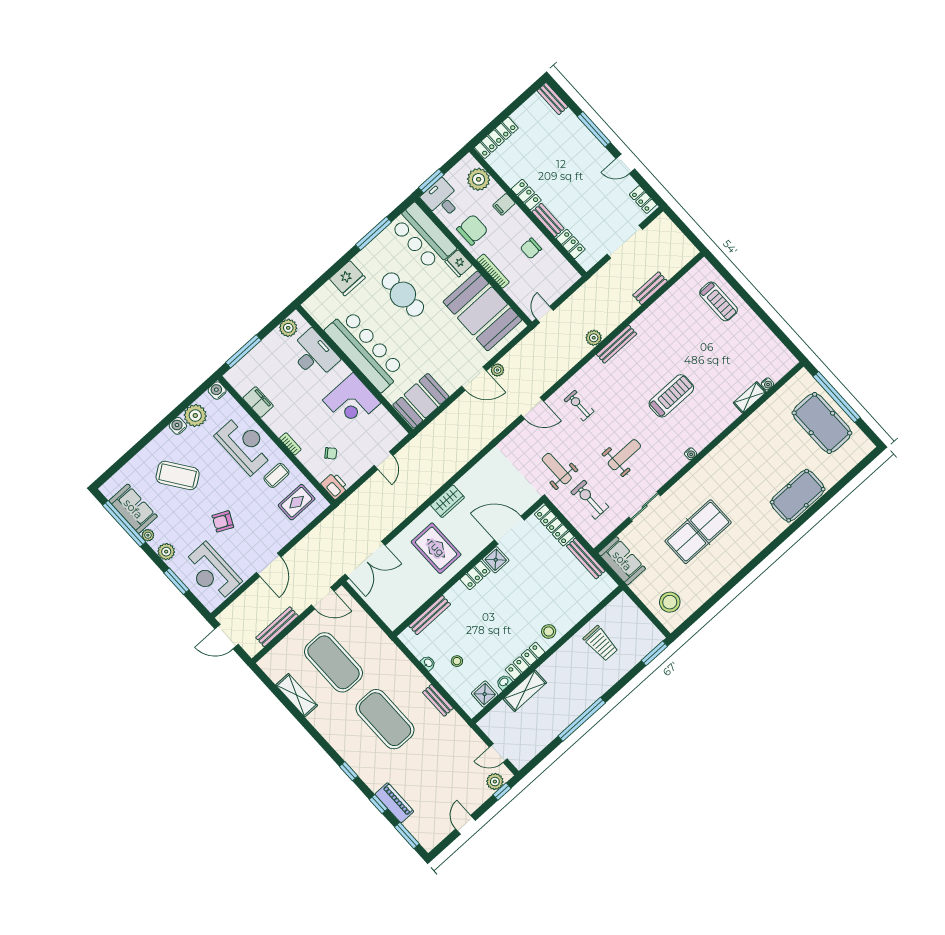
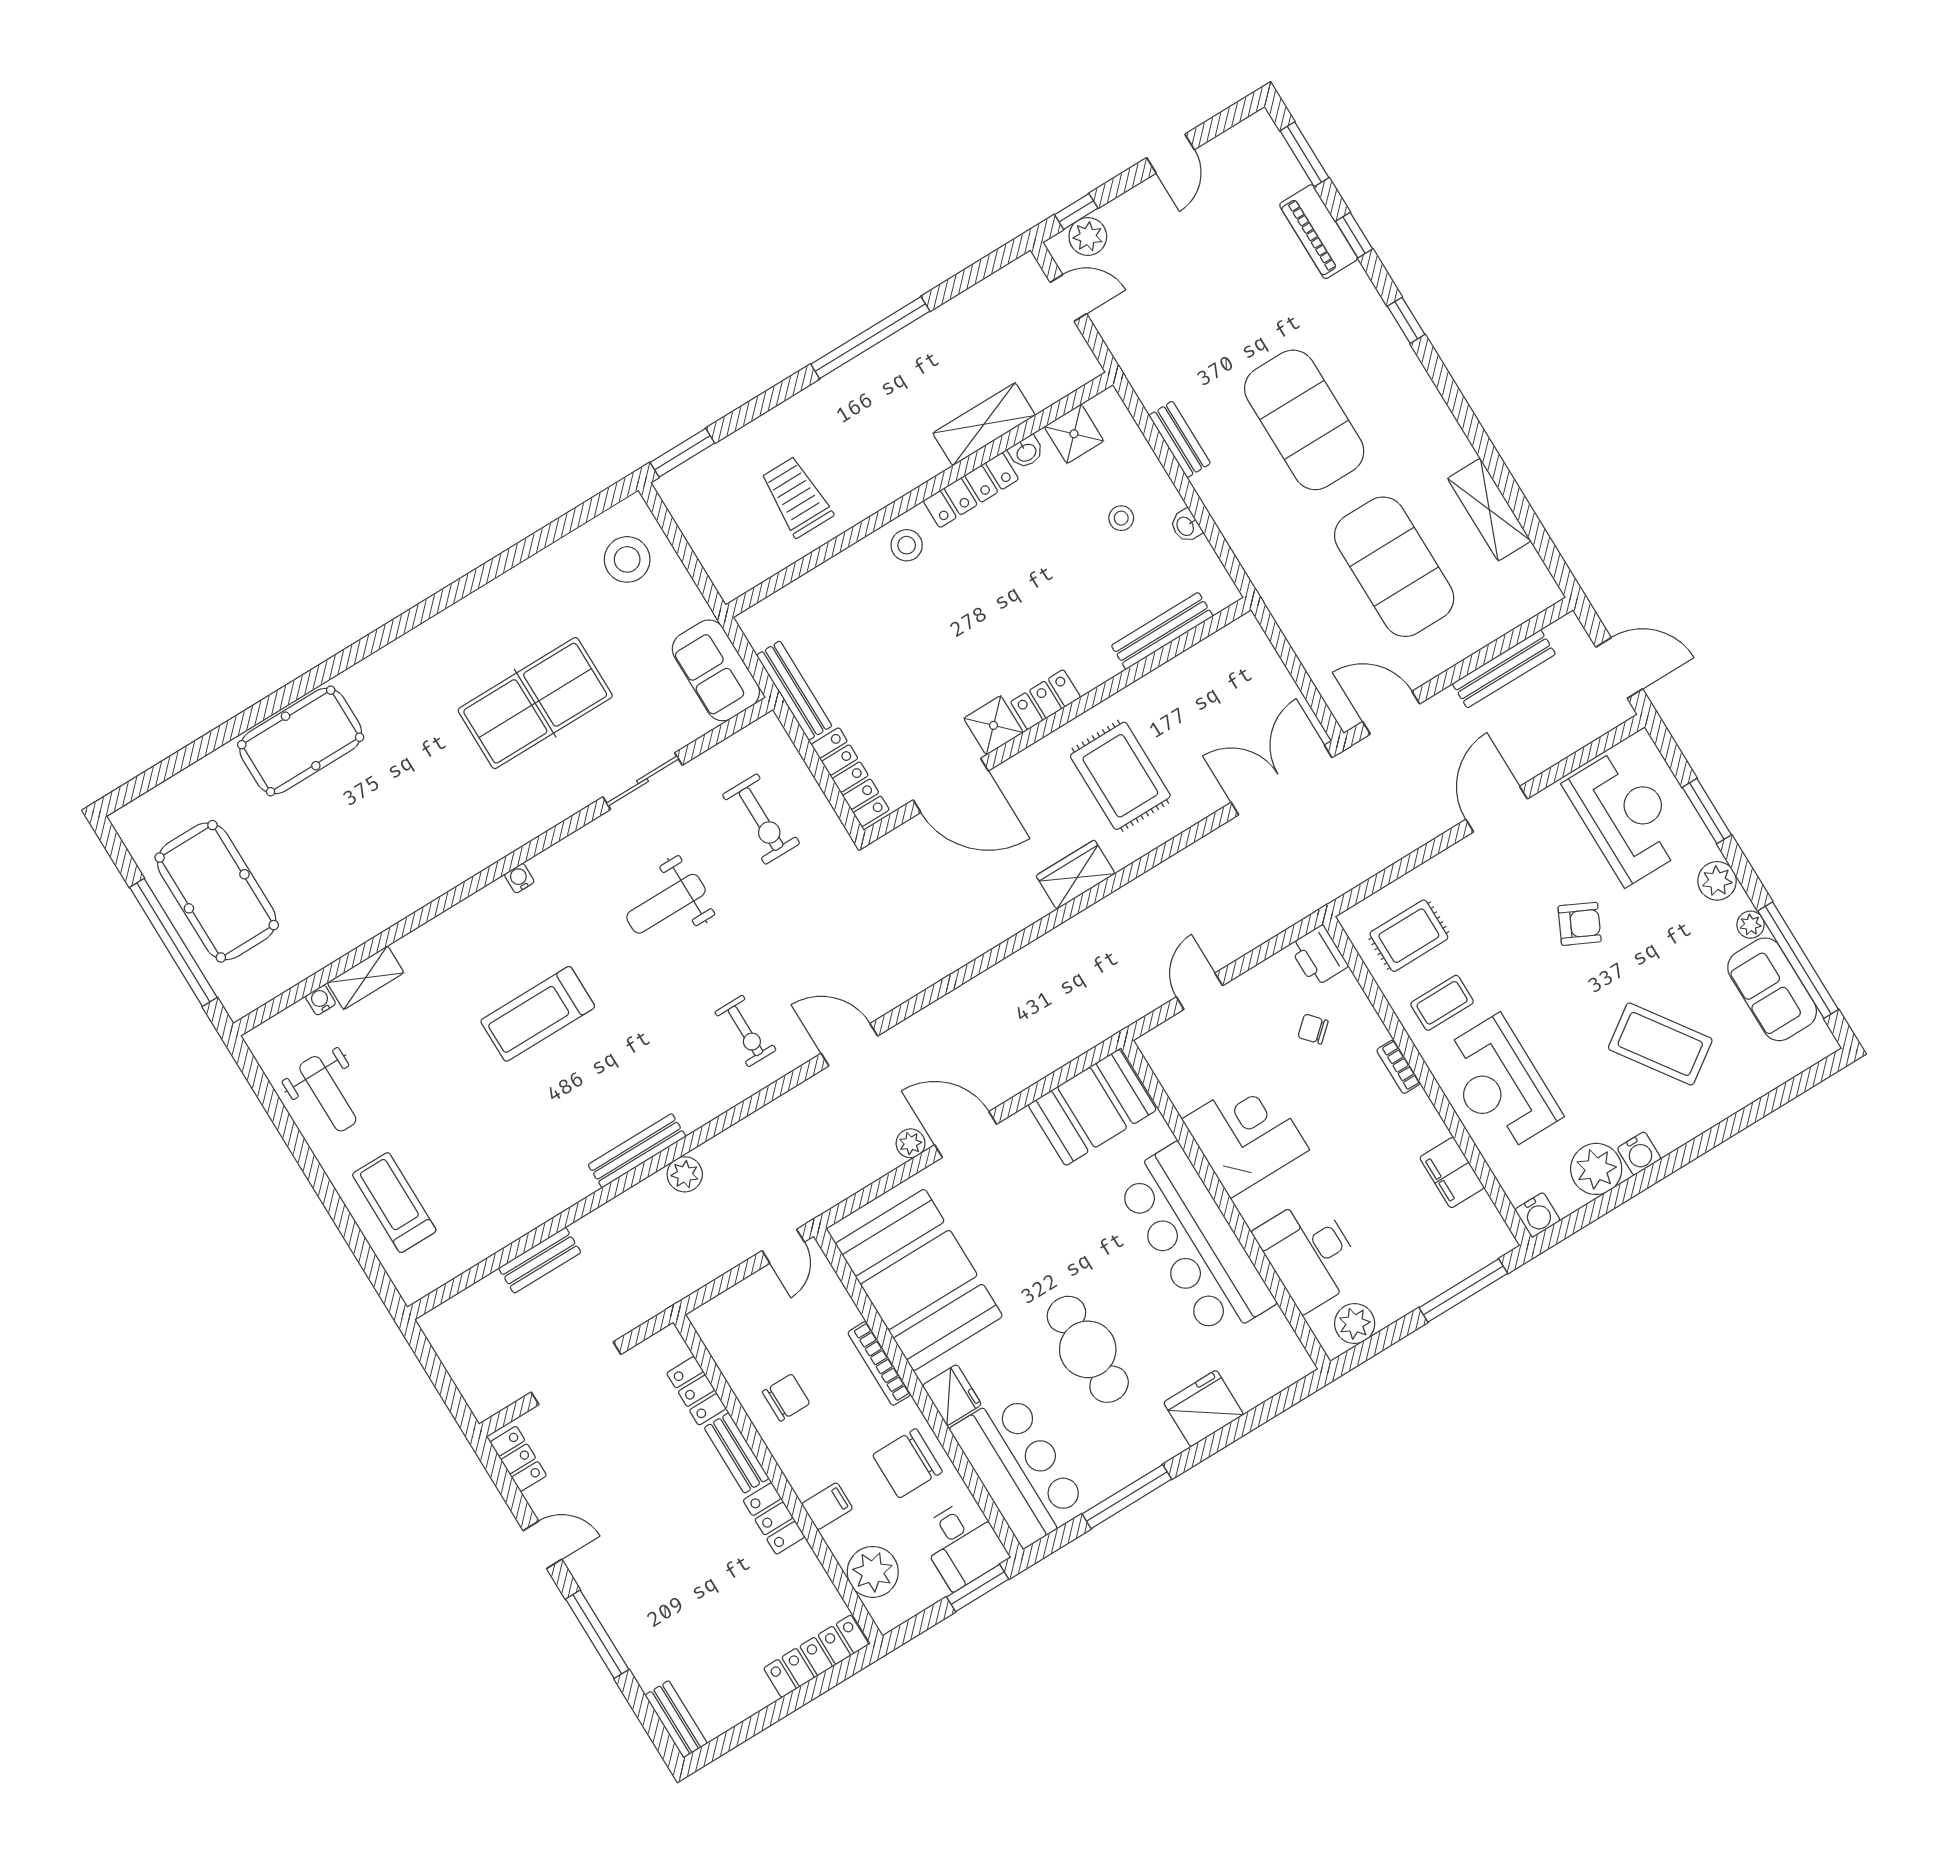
weight bench: (557, 469) -> (328, 1094), moved

